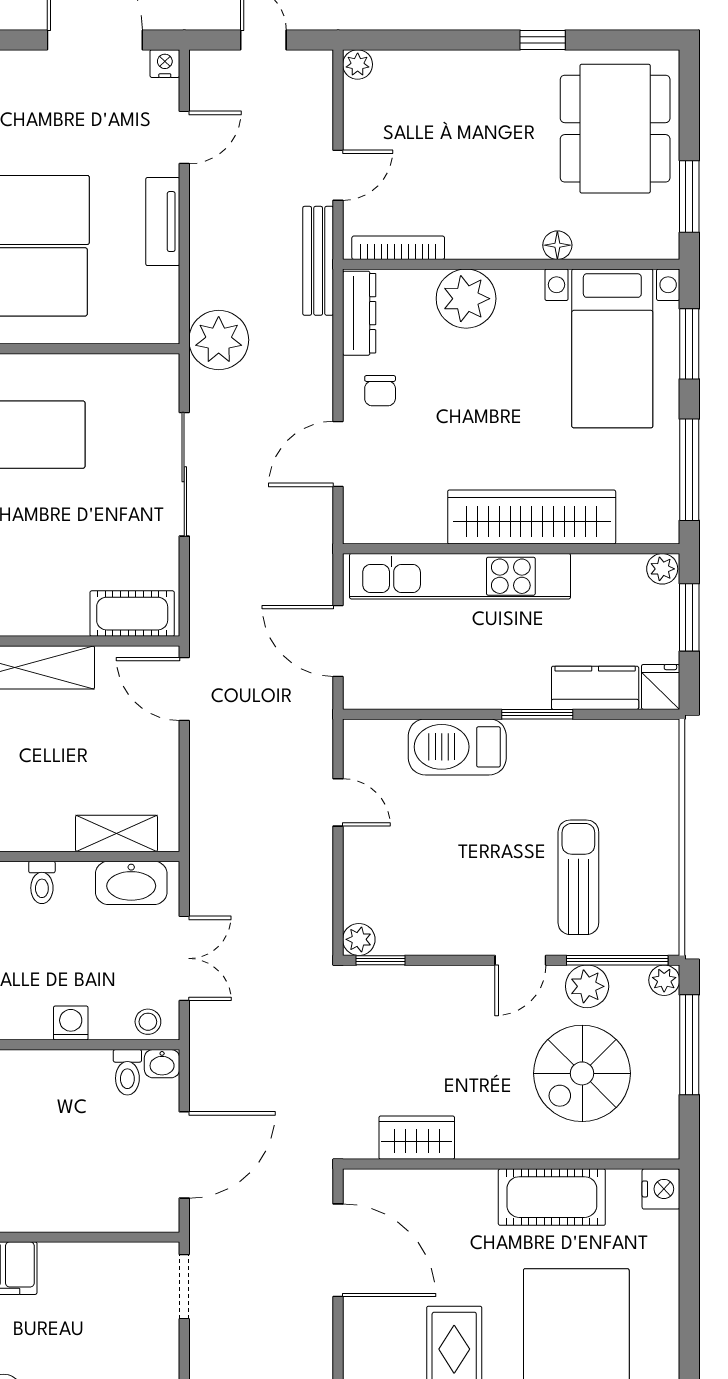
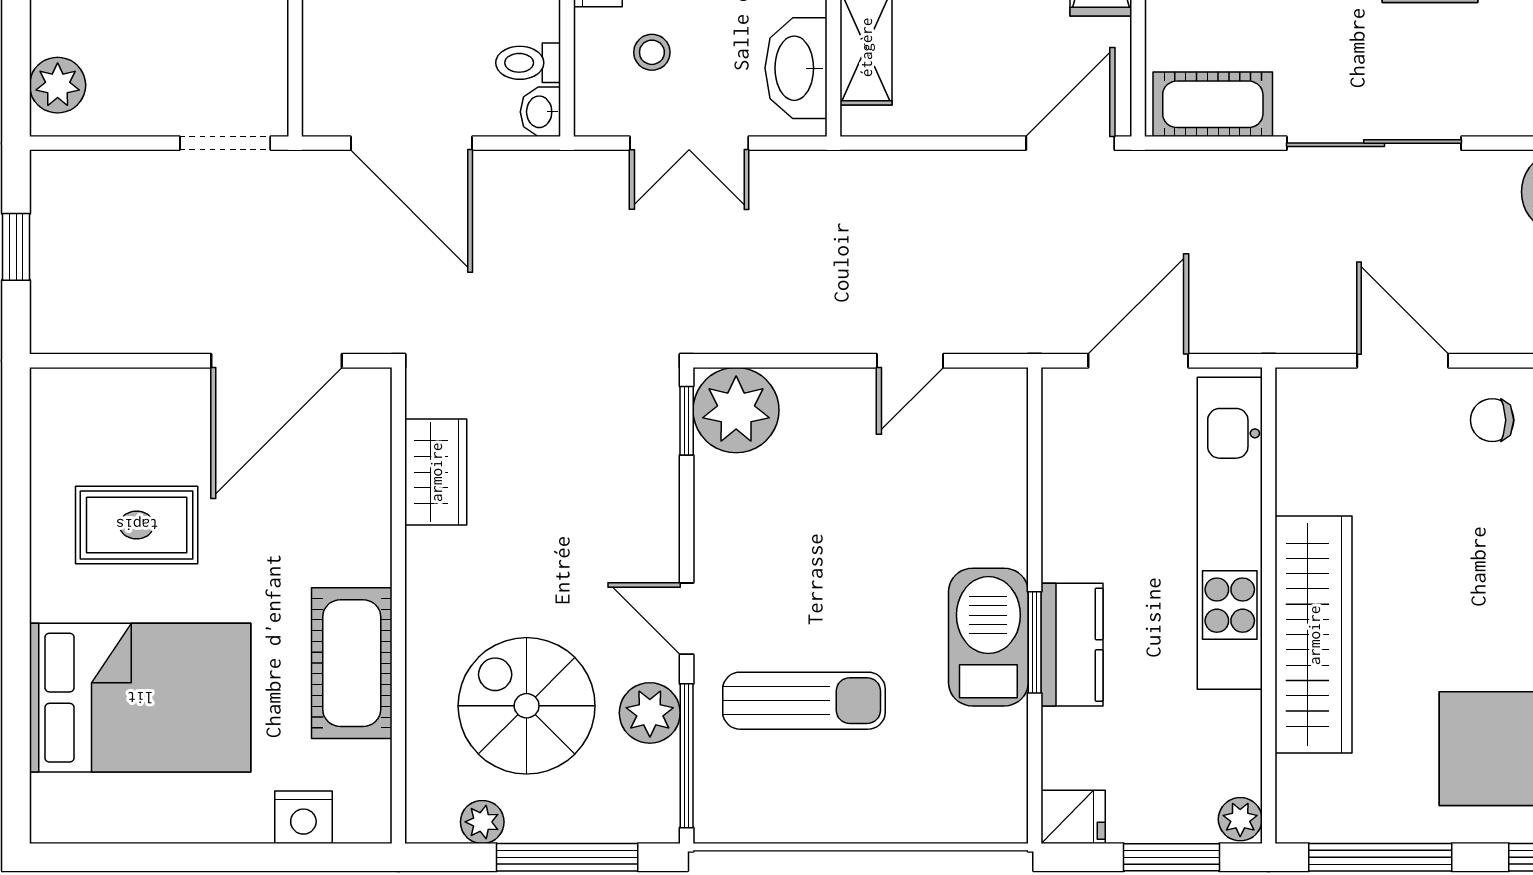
cot: (132, 614) -> (1213, 104), moved, turned 90
kitchen counter: (595, 688) -> (1072, 645), moved
barbecue: (457, 747) -> (988, 637), moved
plant: (359, 939) -> (736, 410), width x1.88, depth x1.88
plant: (664, 980) -> (482, 822), moved
stool: (148, 1022) -> (652, 52), moved
nightstand: (661, 1189) -> (303, 817), moved

